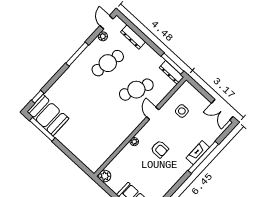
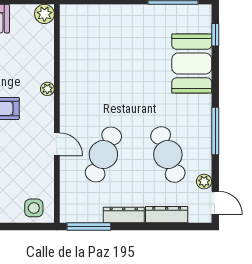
cafe table: (108, 63) -> (168, 155), turned -33
dresser: (171, 72) -> (124, 215), moved
side table: (182, 111) -> (34, 208), moved
booth: (48, 115) -> (192, 64), moved, turned 90

